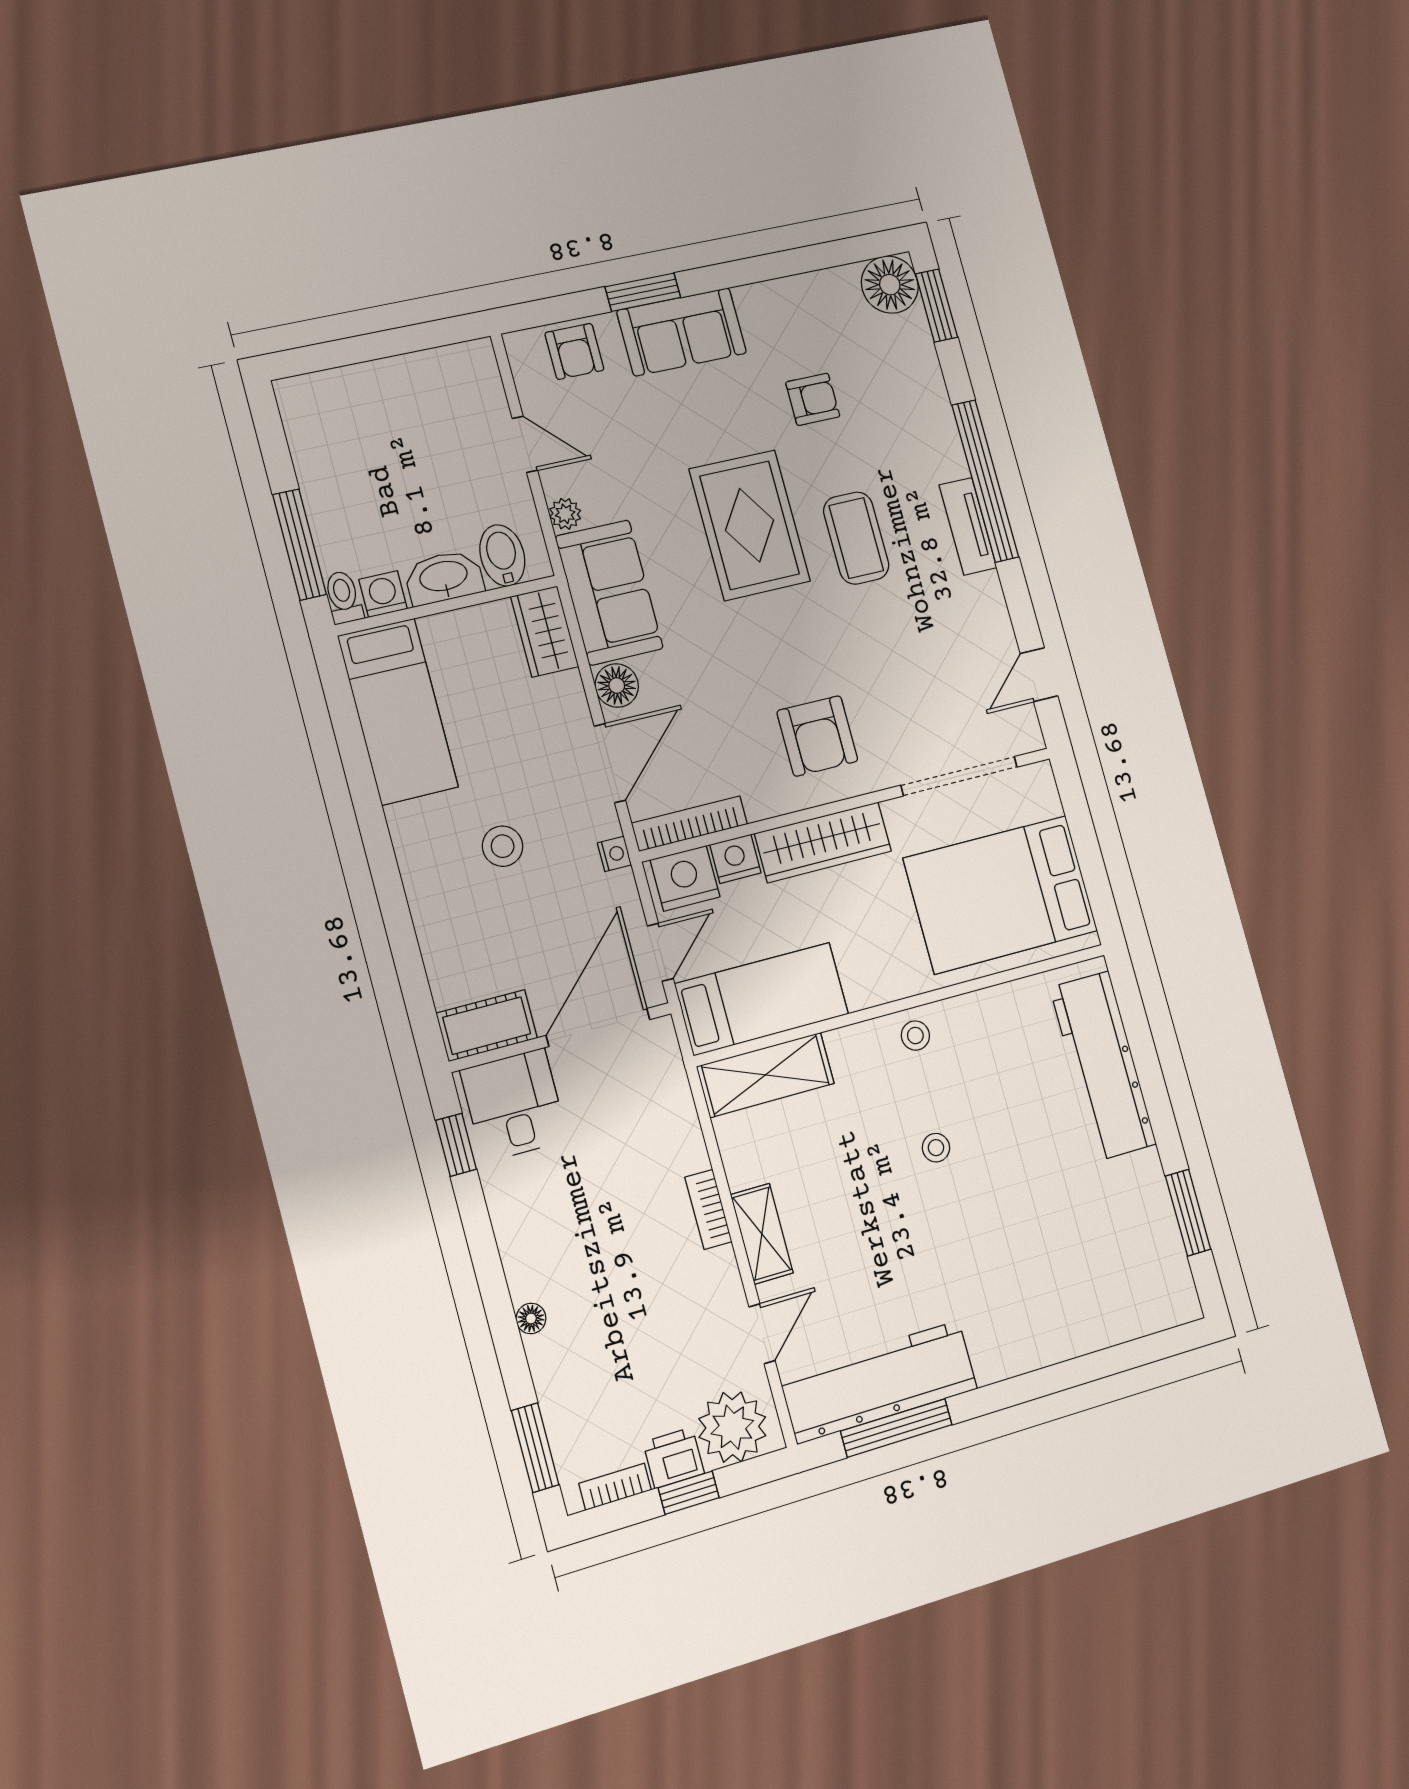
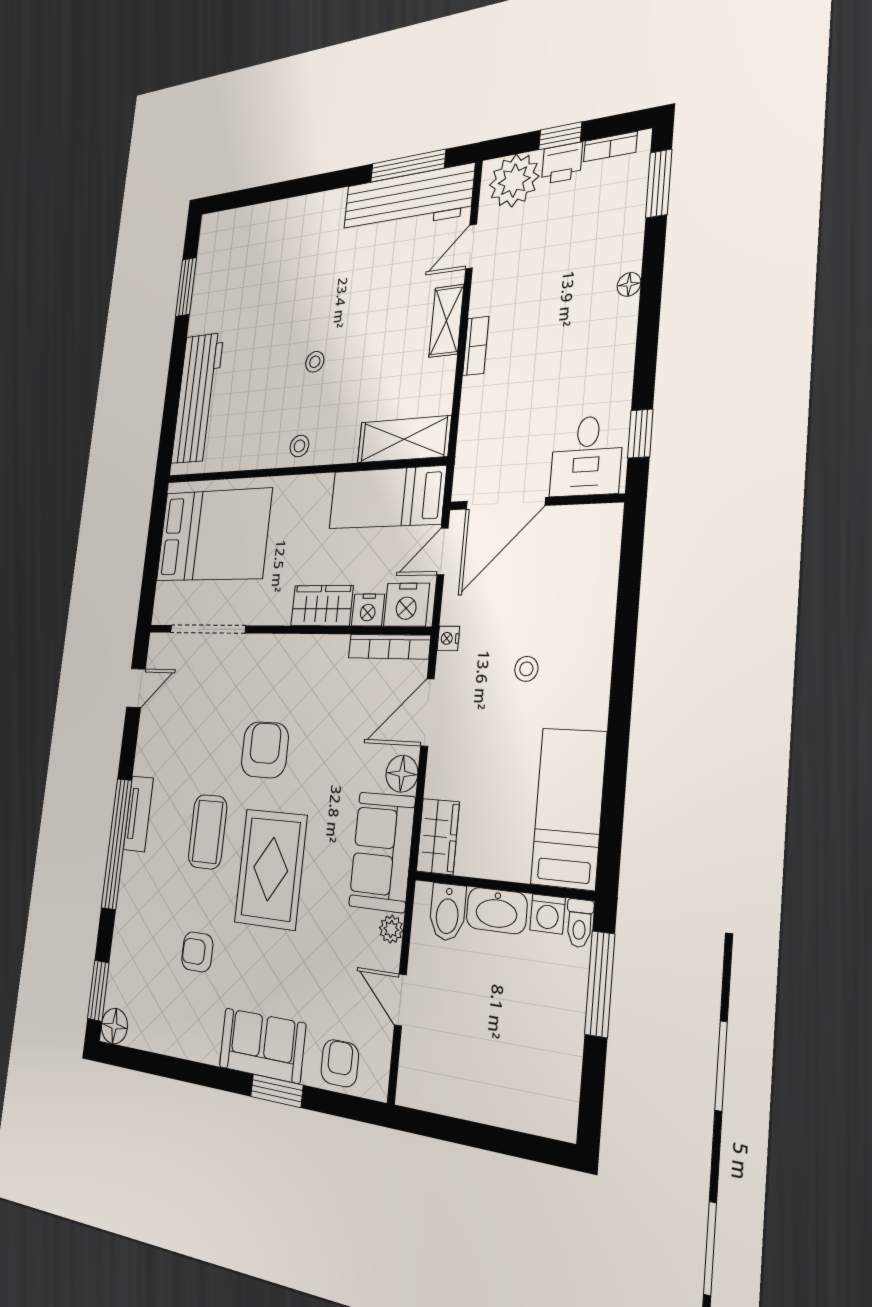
floor lamp: (890, 285) -> (114, 1026), width x0.73, depth x0.73
armchair: (817, 736) -> (265, 750), moved
wardrobe: (823, 842) -> (322, 606), width x0.67
stool: (503, 846) -> (526, 669), width x0.73, depth x0.73
cot: (487, 1026) -> (586, 525), removed

